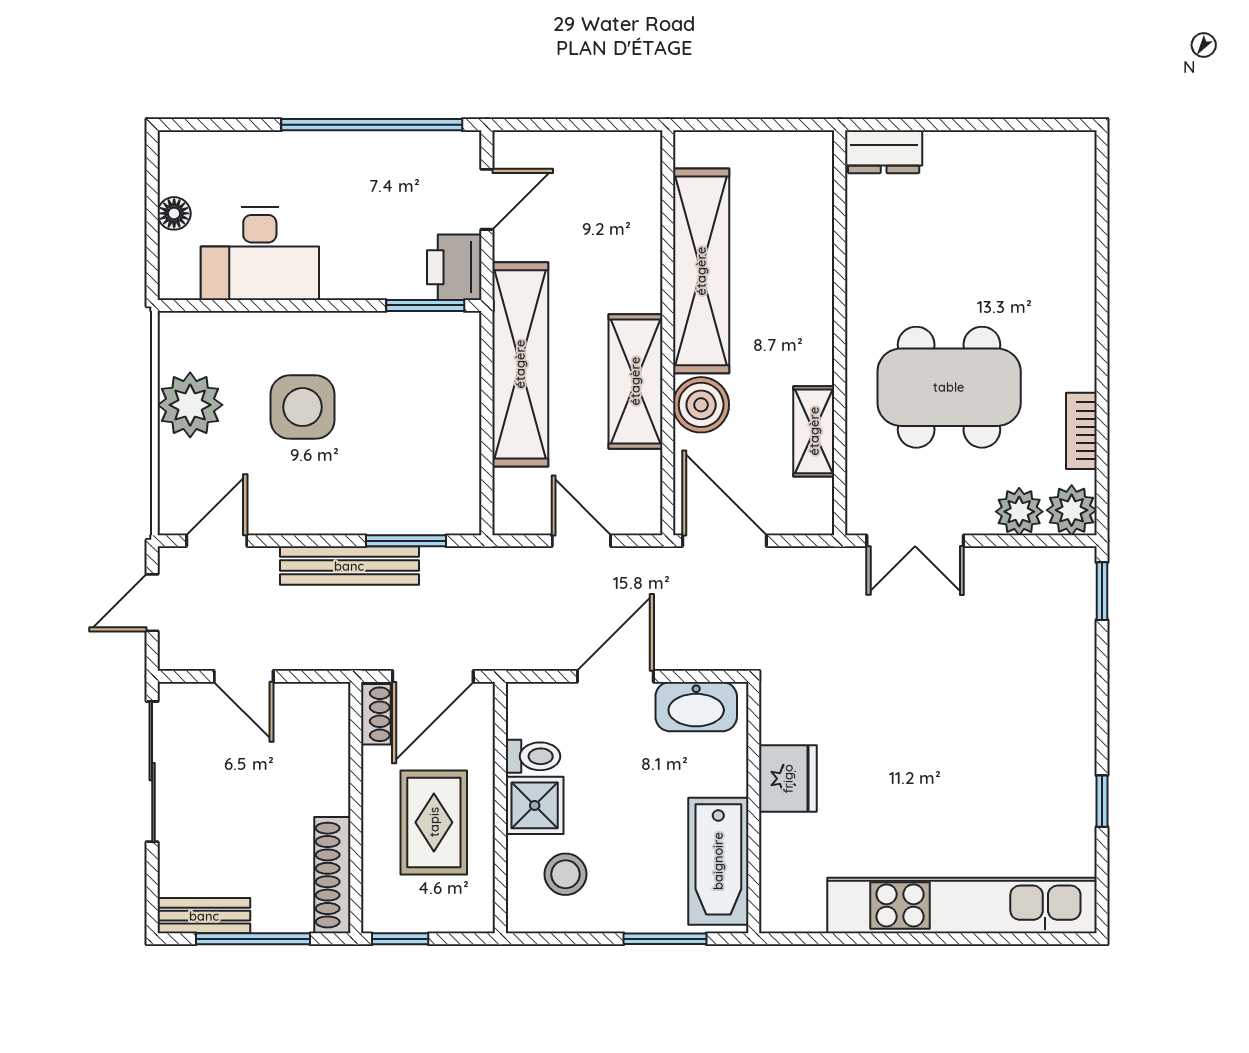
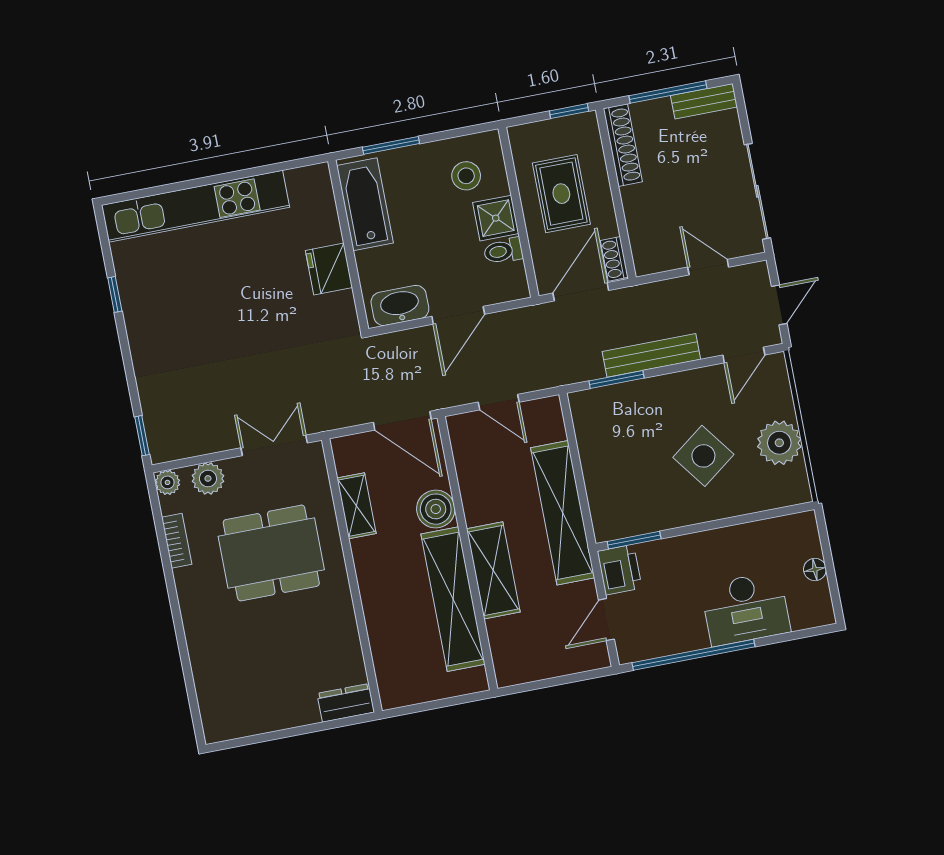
desk: (260, 254) -> (746, 609), moved, turned 180
shelving: (635, 381) -> (493, 570), moved
side table: (303, 407) -> (703, 456), turned -37
plant: (1072, 510) -> (167, 482), width x0.73, depth x0.73

